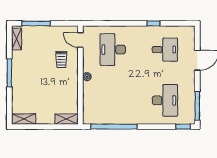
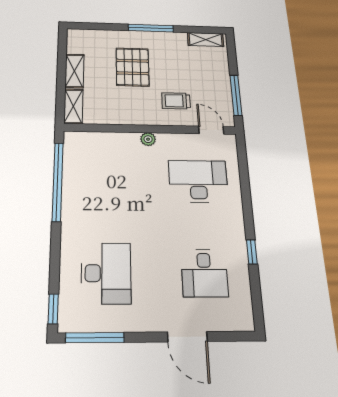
window: (36, 23) -> (236, 95), moved
door: (80, 40) -> (211, 130), hinge flipped
pallet: (38, 85) -> (133, 67), added
desk: (165, 100) -> (106, 273), turned -90
shelving: (24, 119) -> (74, 71), moved

